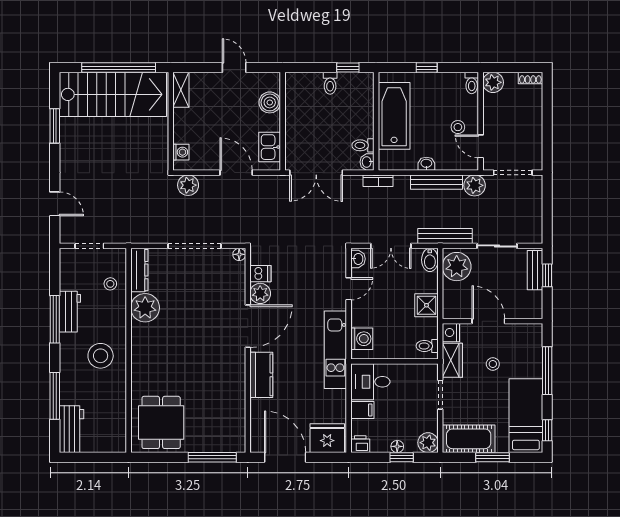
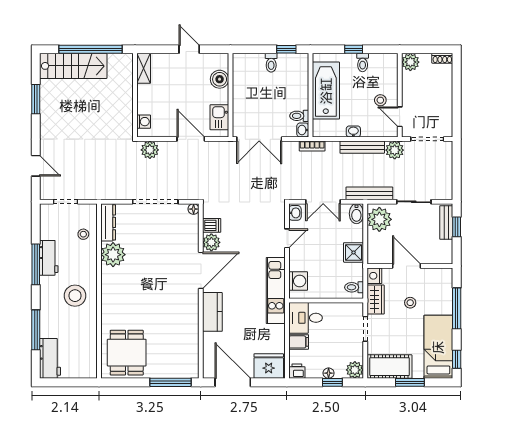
toilet: (472, 83) -> (363, 63), moved
stairs: (113, 94) -> (73, 66), width x0.73, depth x0.66

